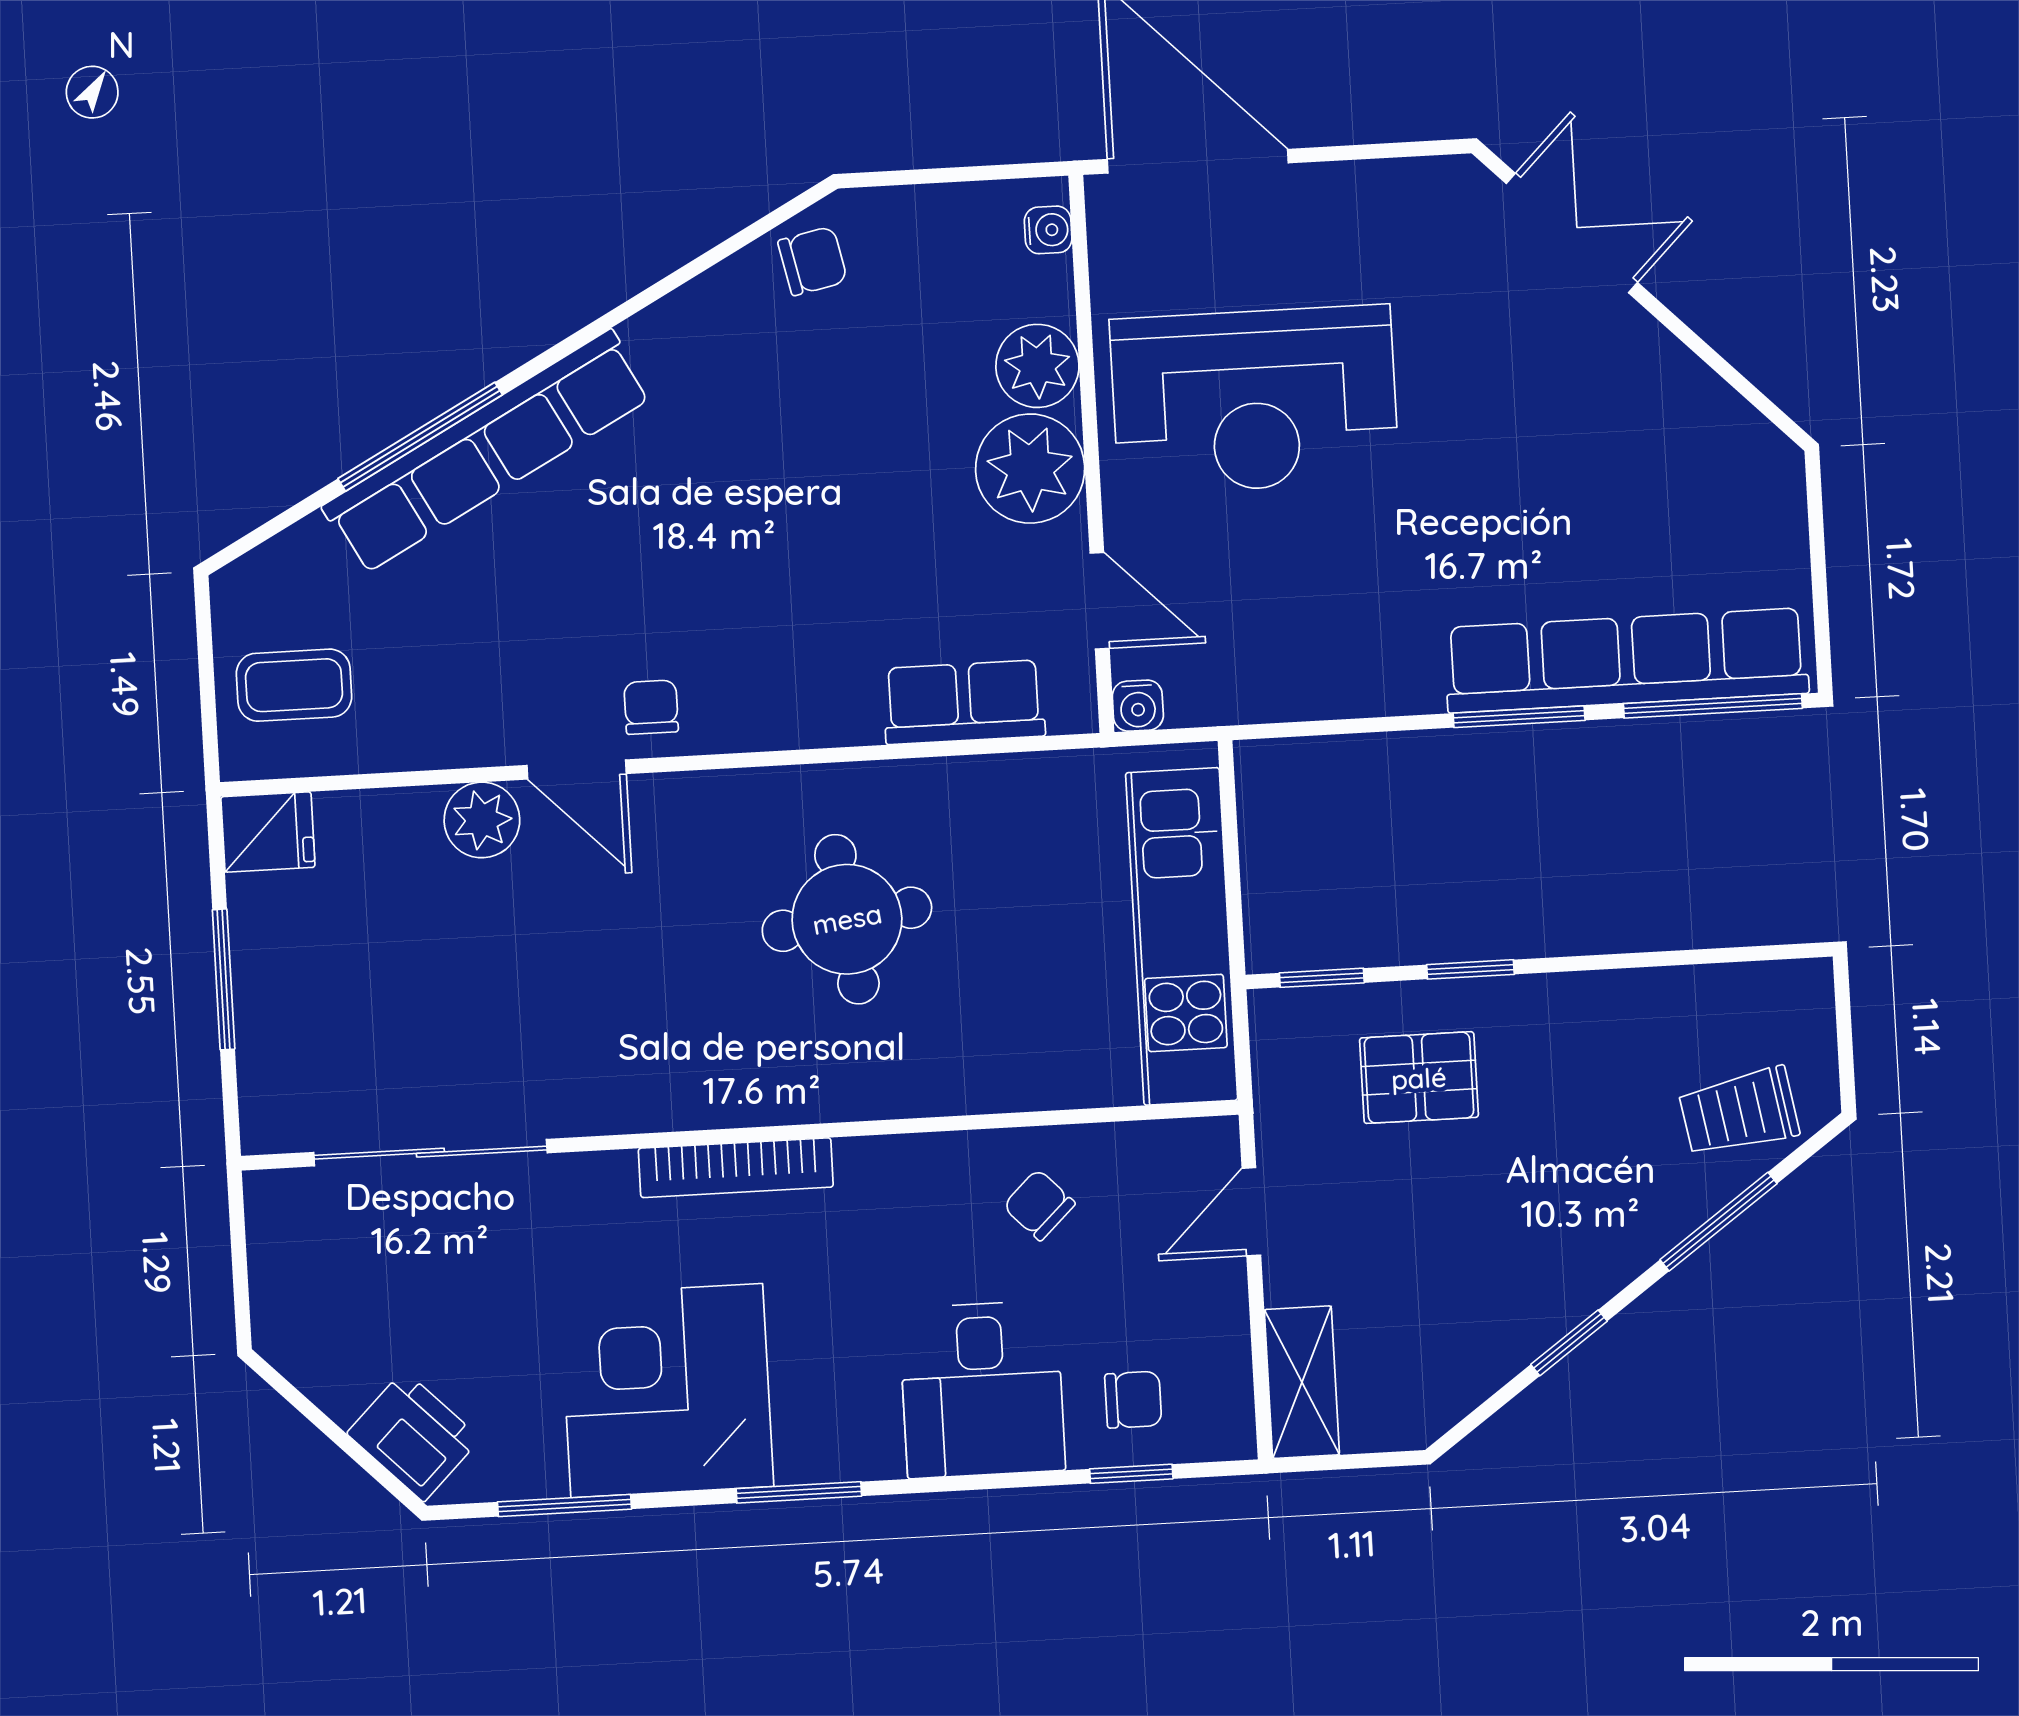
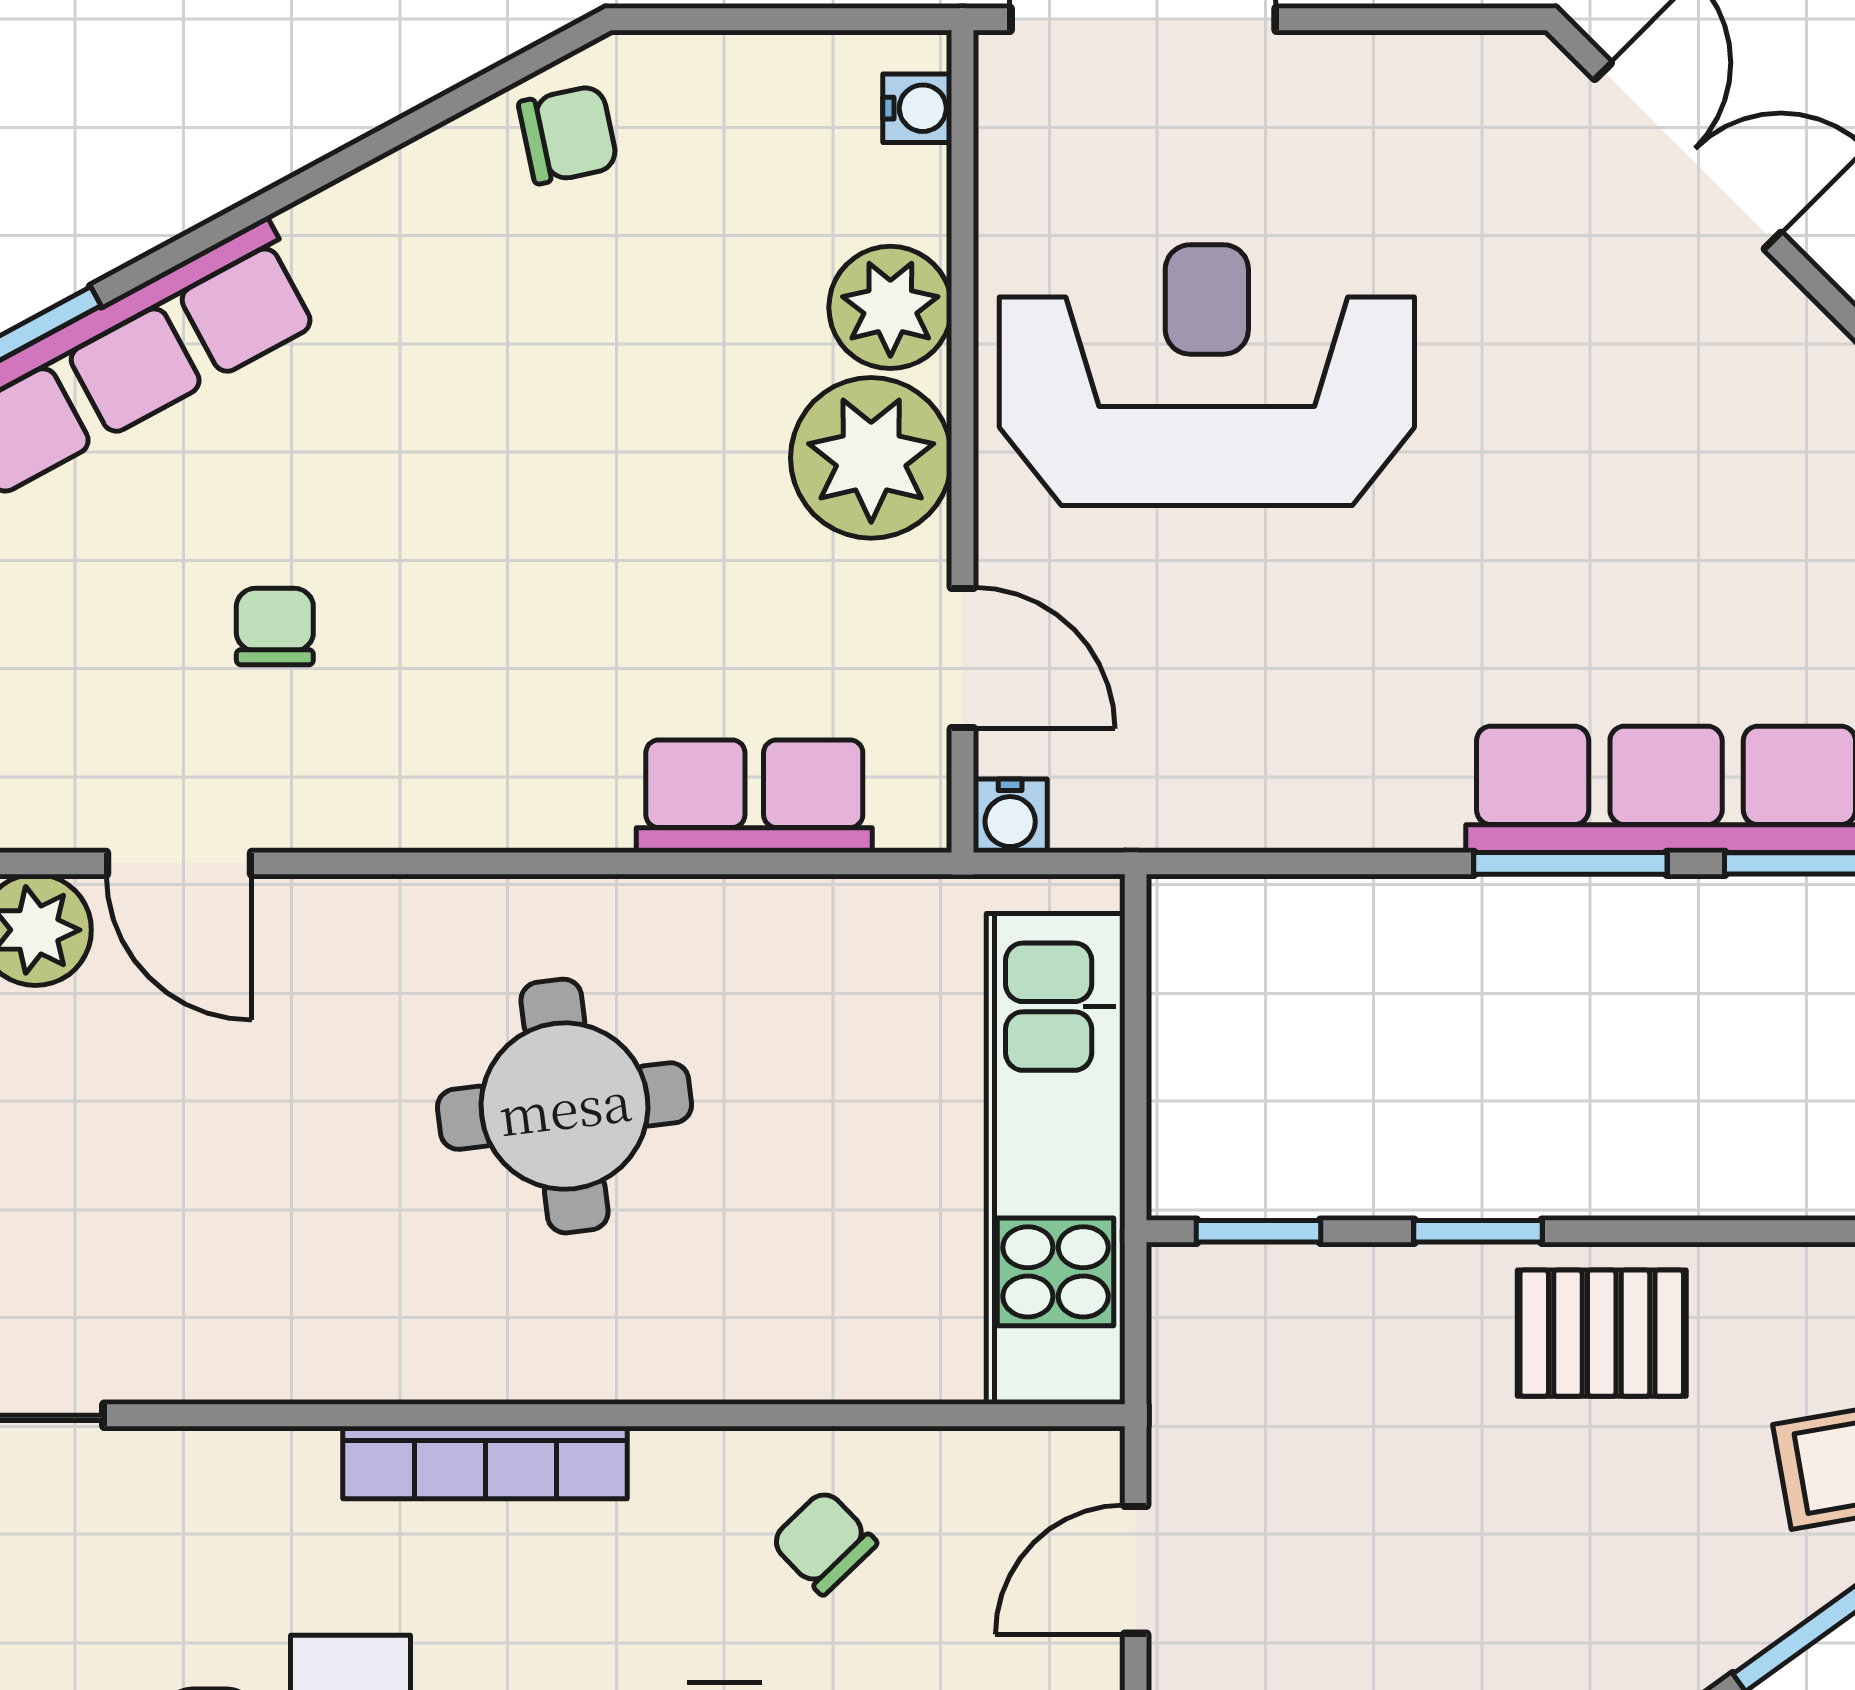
reception desk: (1254, 400) -> (1207, 375), turned 180
chair: (651, 707) -> (275, 627), moved
pallet: (1419, 1078) -> (1602, 1333), moved
bookcase: (736, 1168) -> (485, 1462), moved

